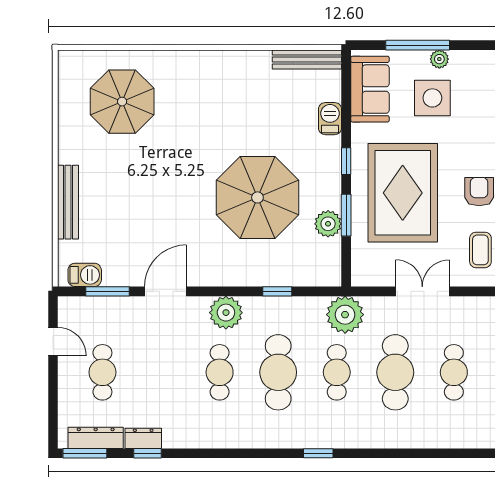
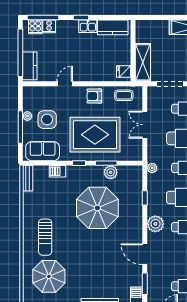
bench: (307, 59) -> (28, 178), width x0.73
sun lounger: (200, 94) -> (45, 237), added
plant: (345, 315) -> (152, 168), width x0.53, depth x0.53

